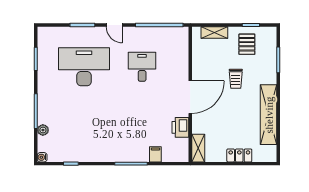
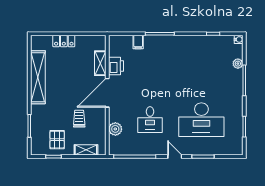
plant: (181, 56) -> (115, 129), added
trolley: (236, 79) -> (79, 119), moved
shelving: (198, 148) -> (100, 63), moved

